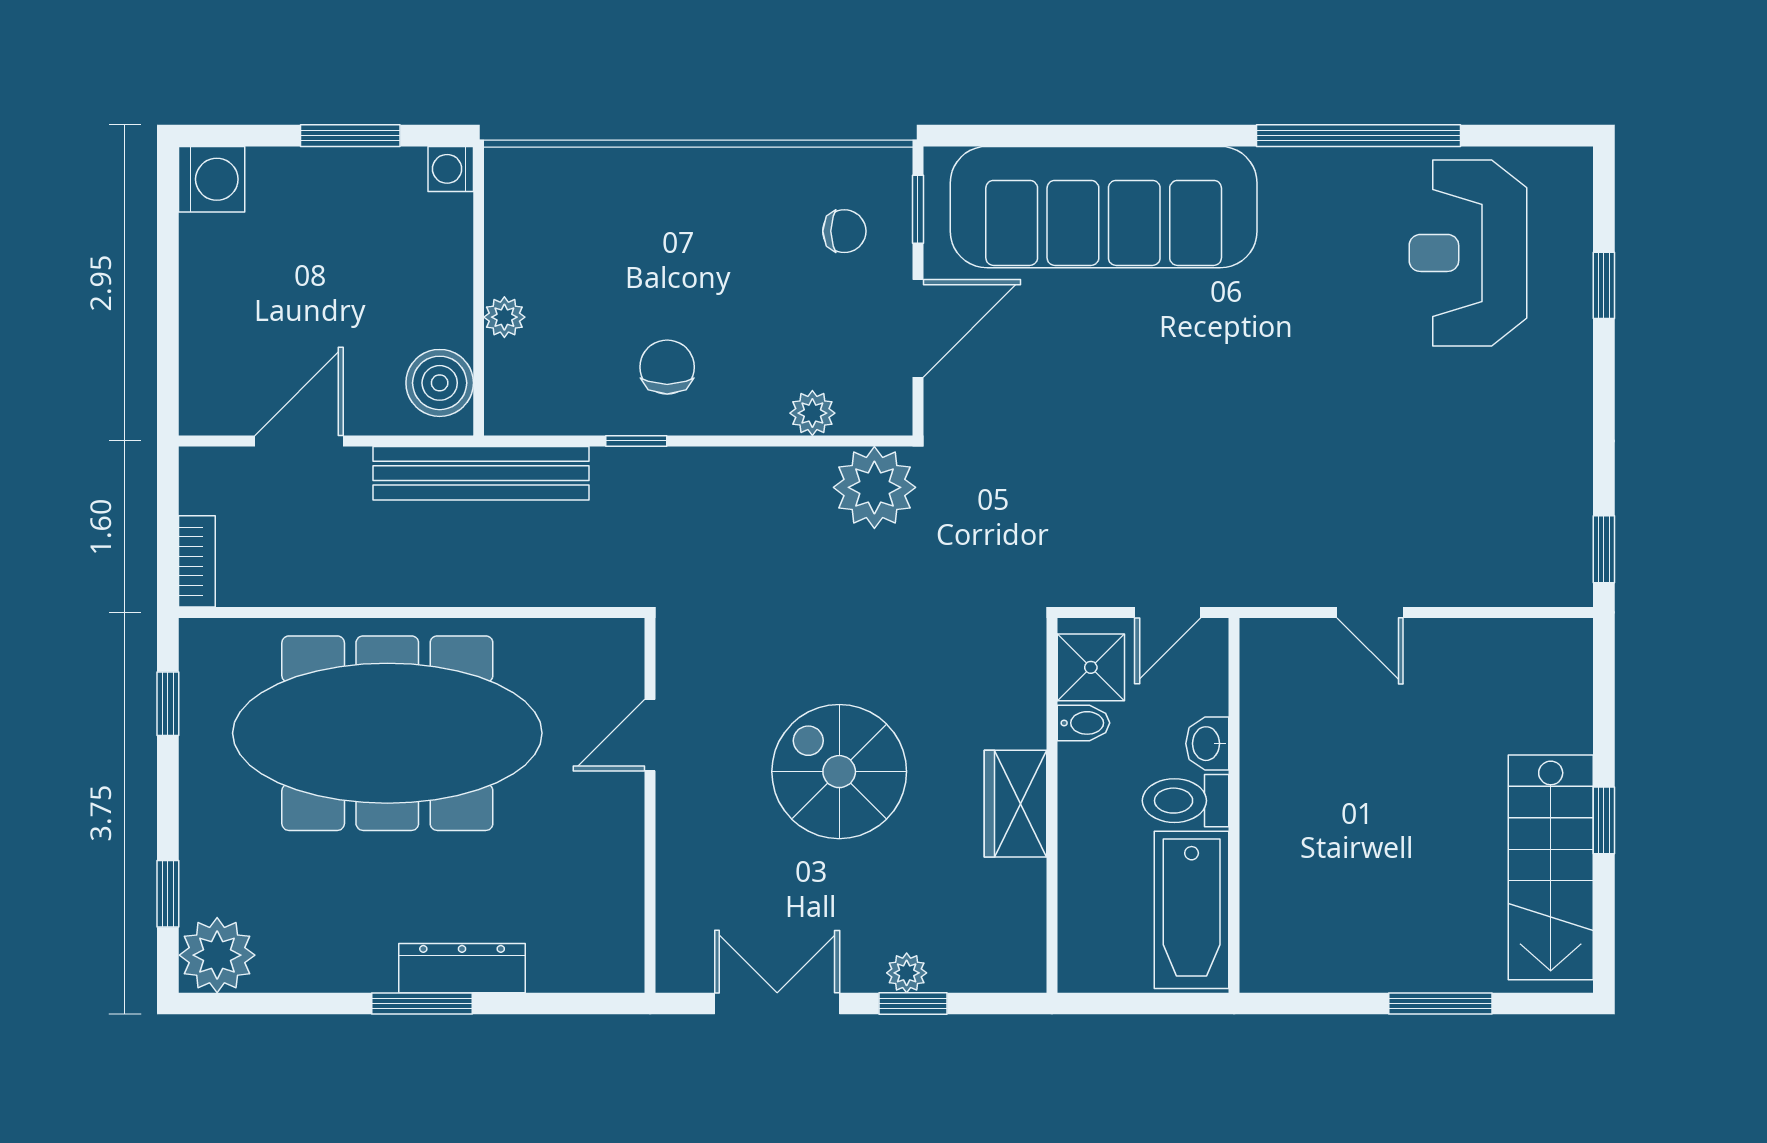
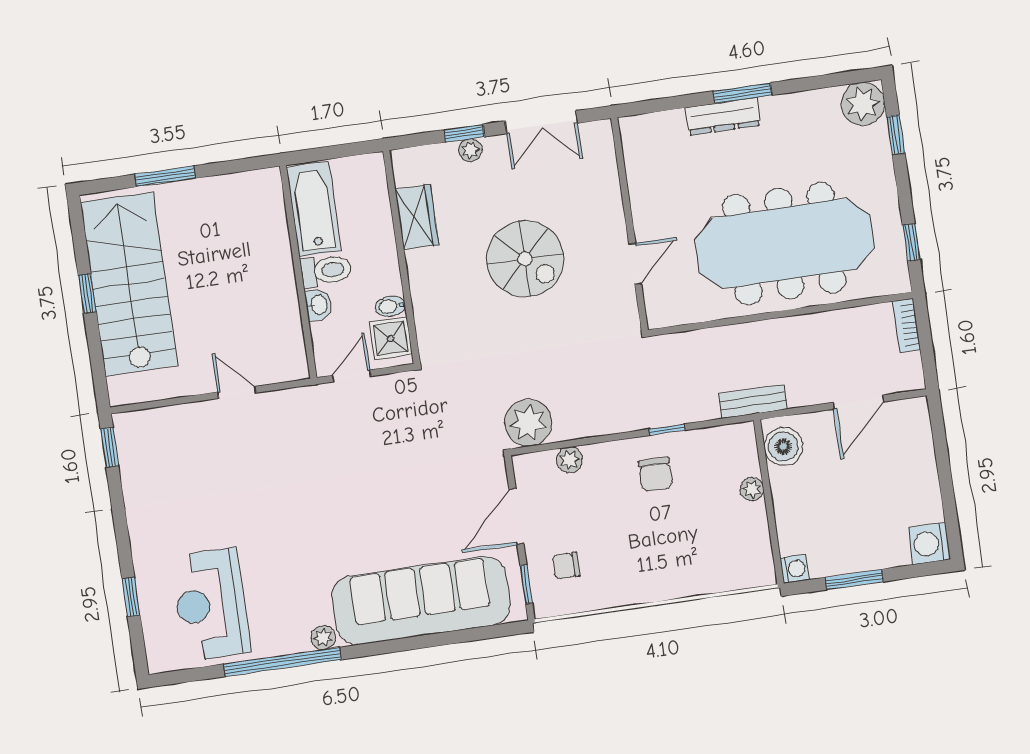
plant: (1282, 167) -> (323, 638), added
reception desk: (1468, 253) -> (211, 604), turned 180
bench: (481, 473) -> (753, 401), width x0.54, depth x0.82
wardrobe: (1016, 804) -> (417, 217), moved
stairs: (1551, 867) -> (129, 284), width x1.36, depth x1.51

